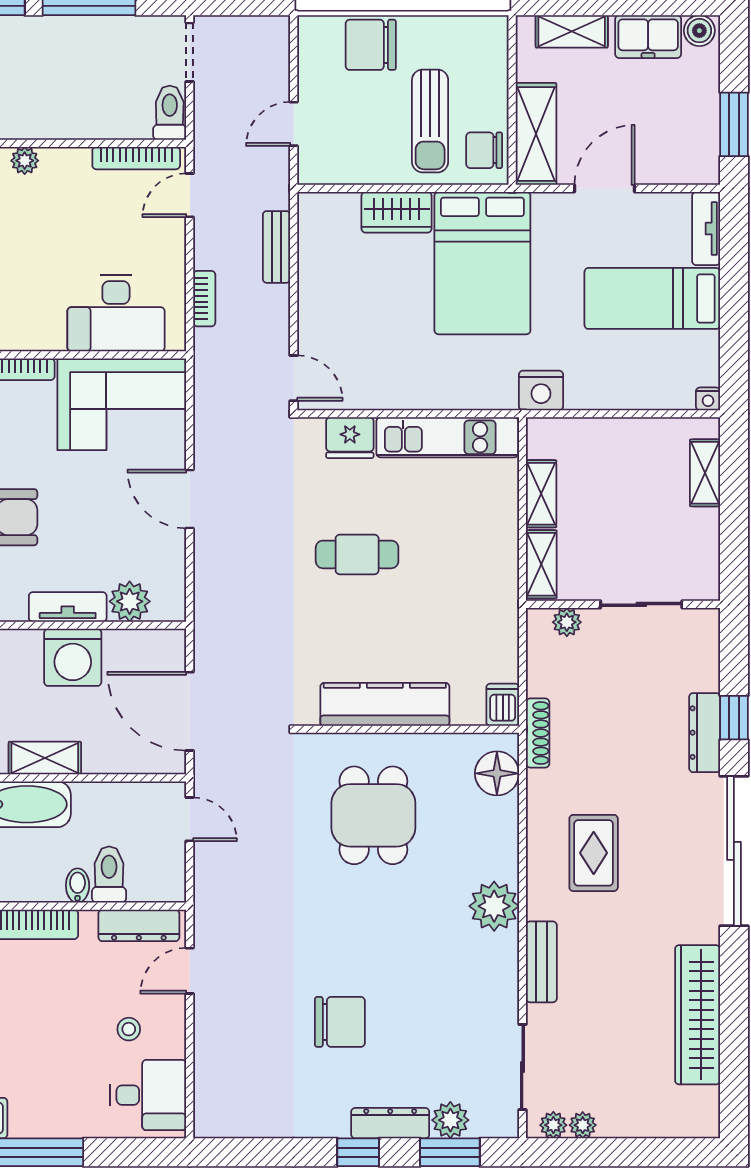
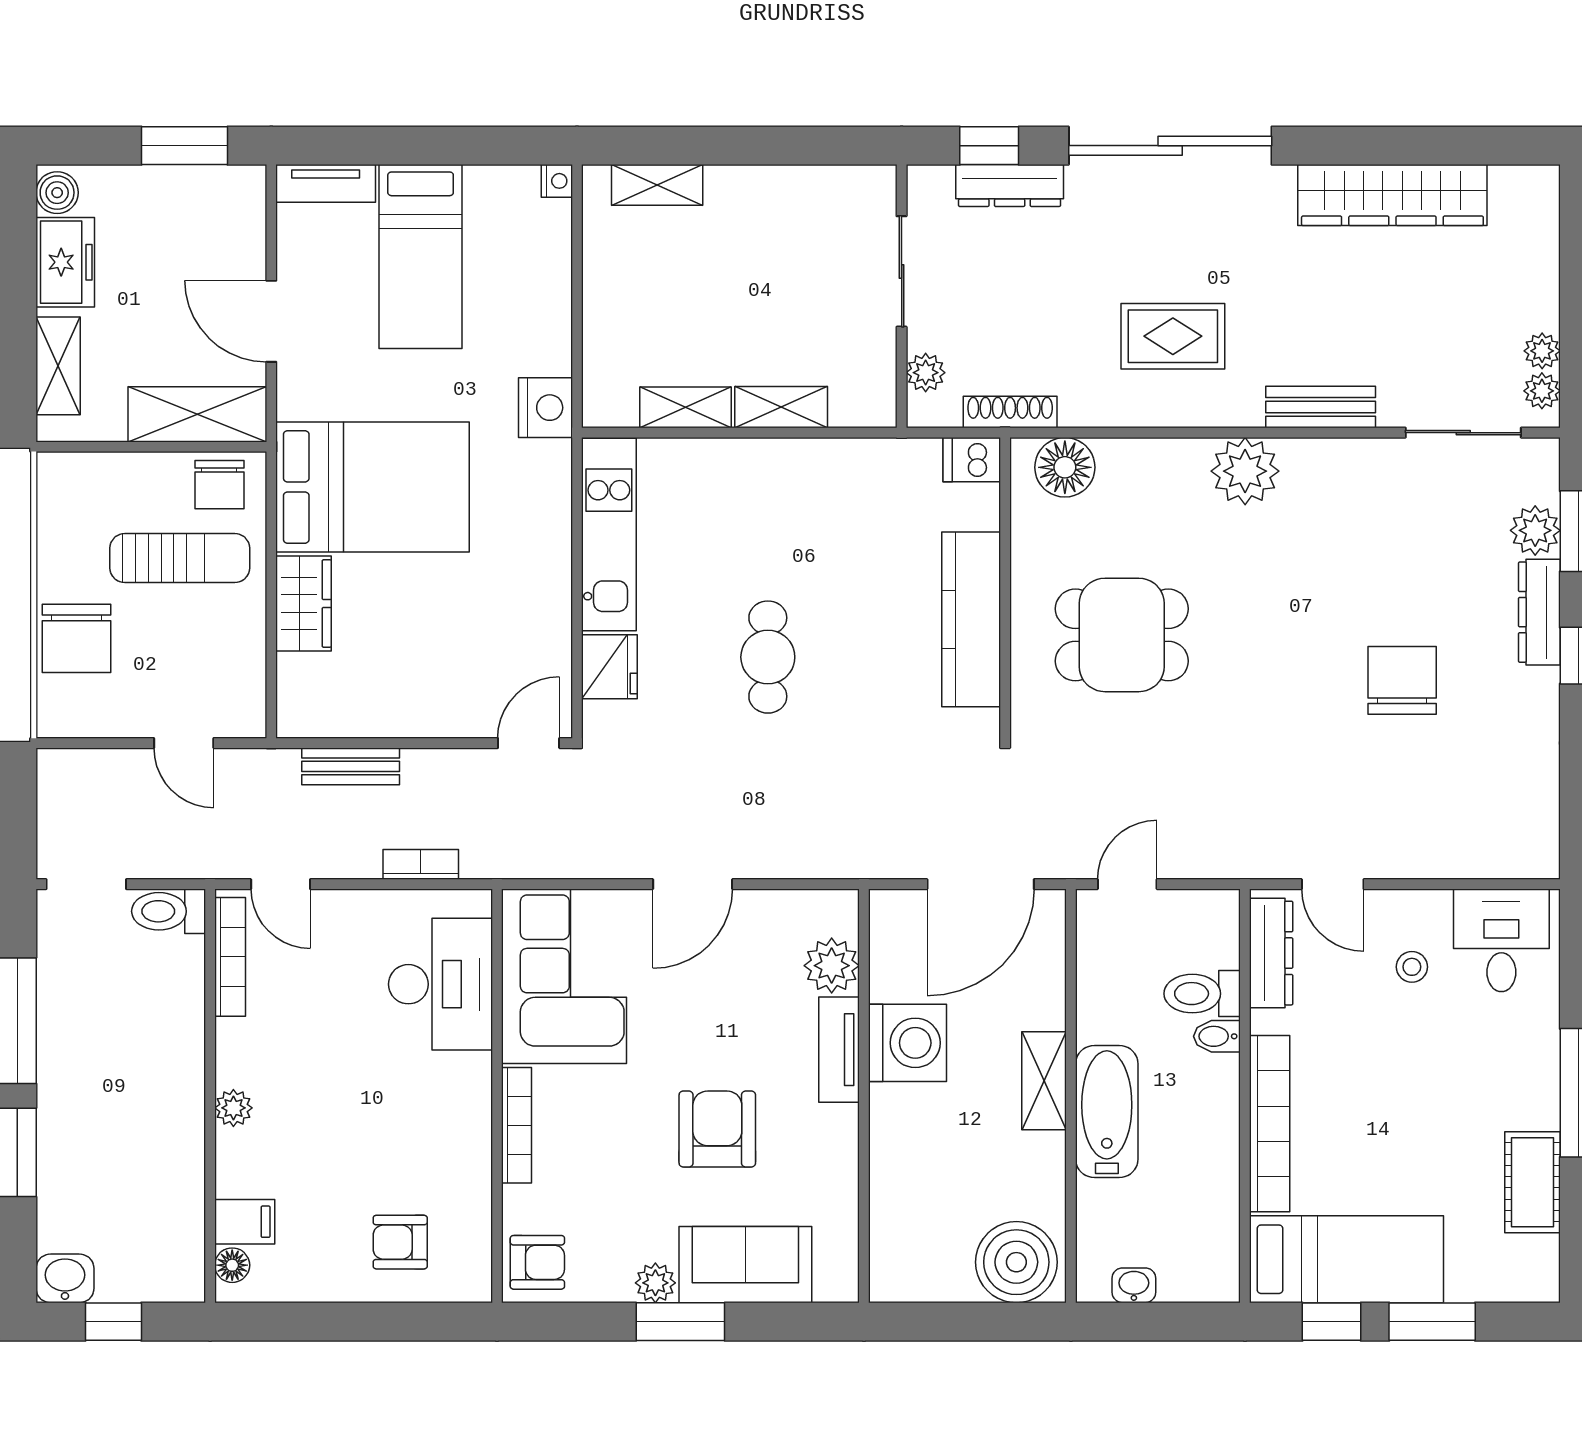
wall: (623, 604) -> (902, 296), moved
sliding door: (641, 604) -> (902, 271), moved
plant: (567, 622) -> (926, 373), moved

